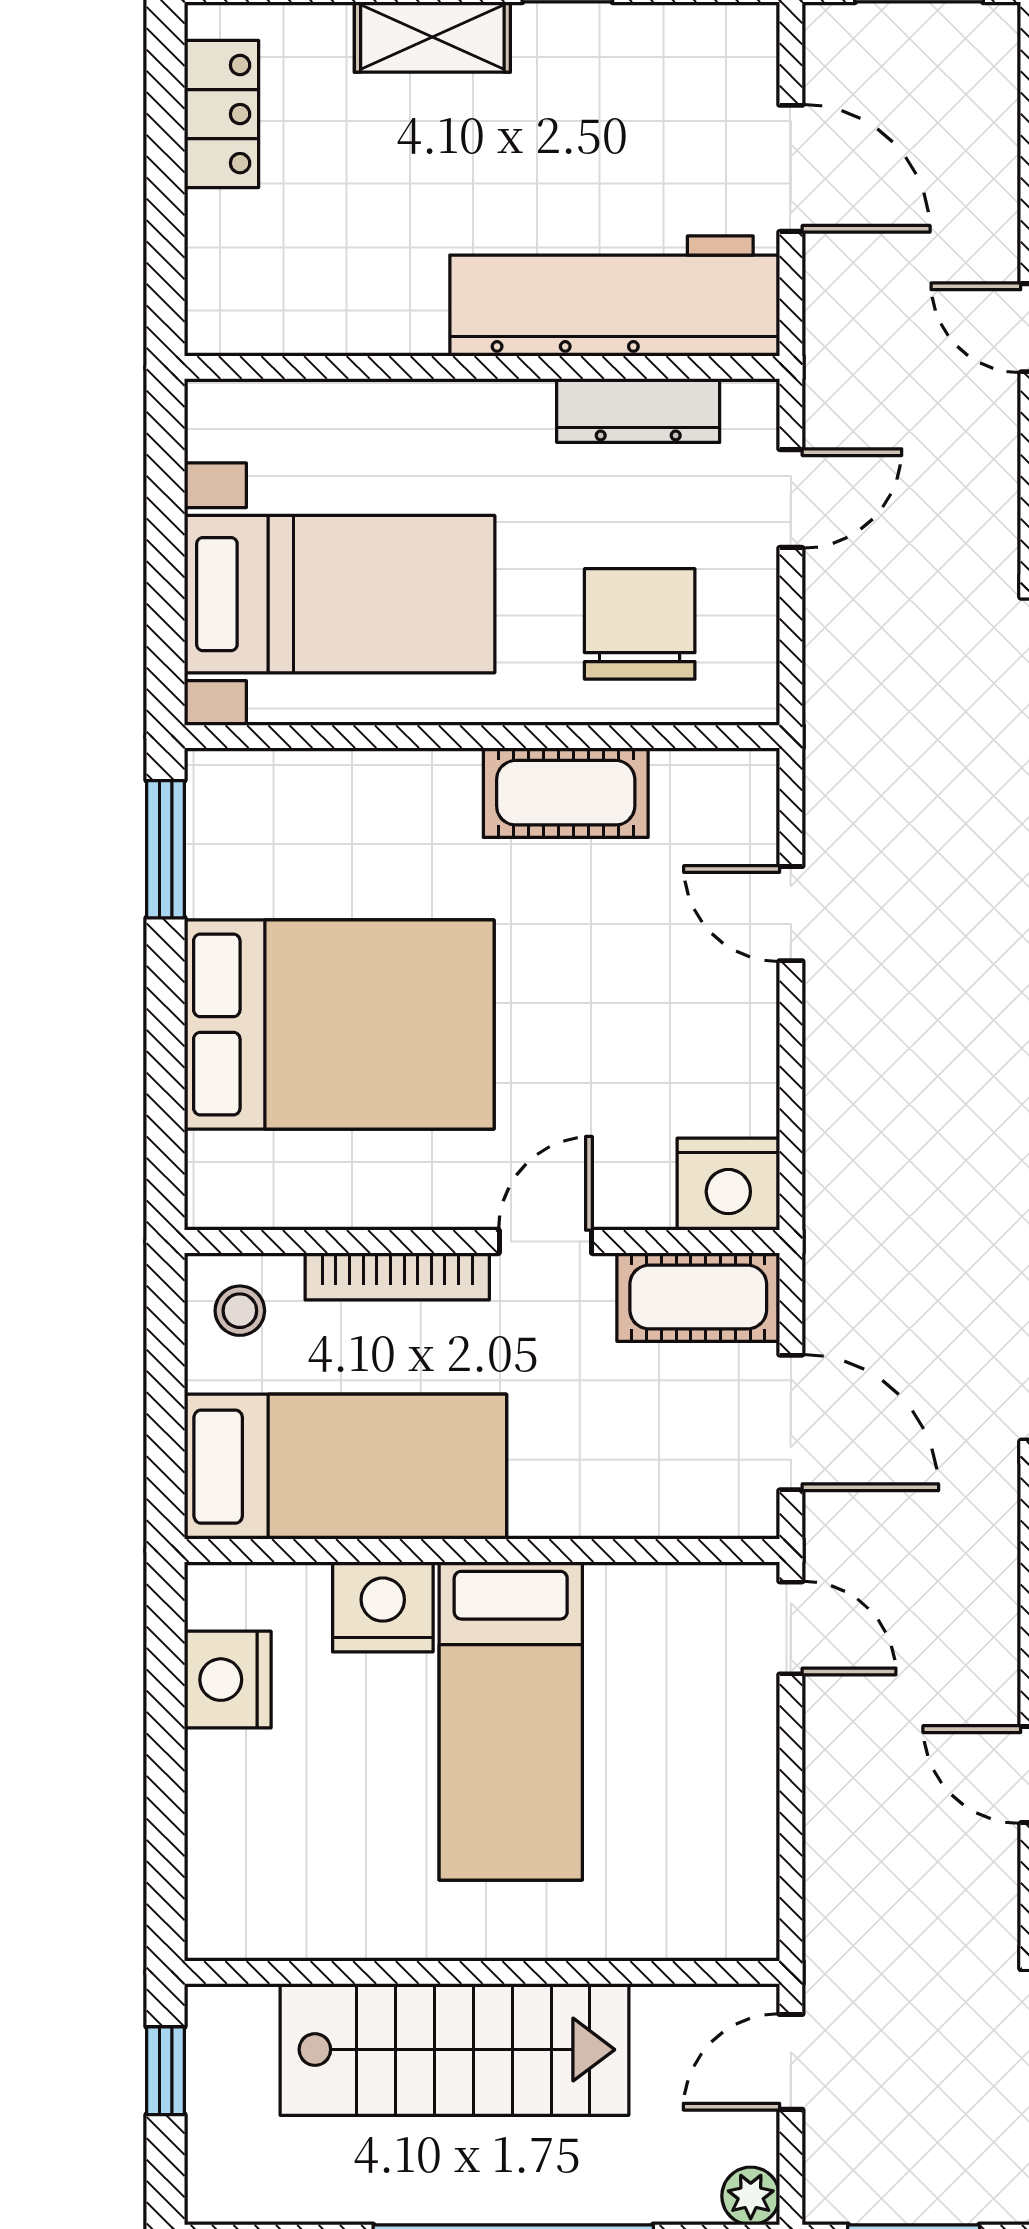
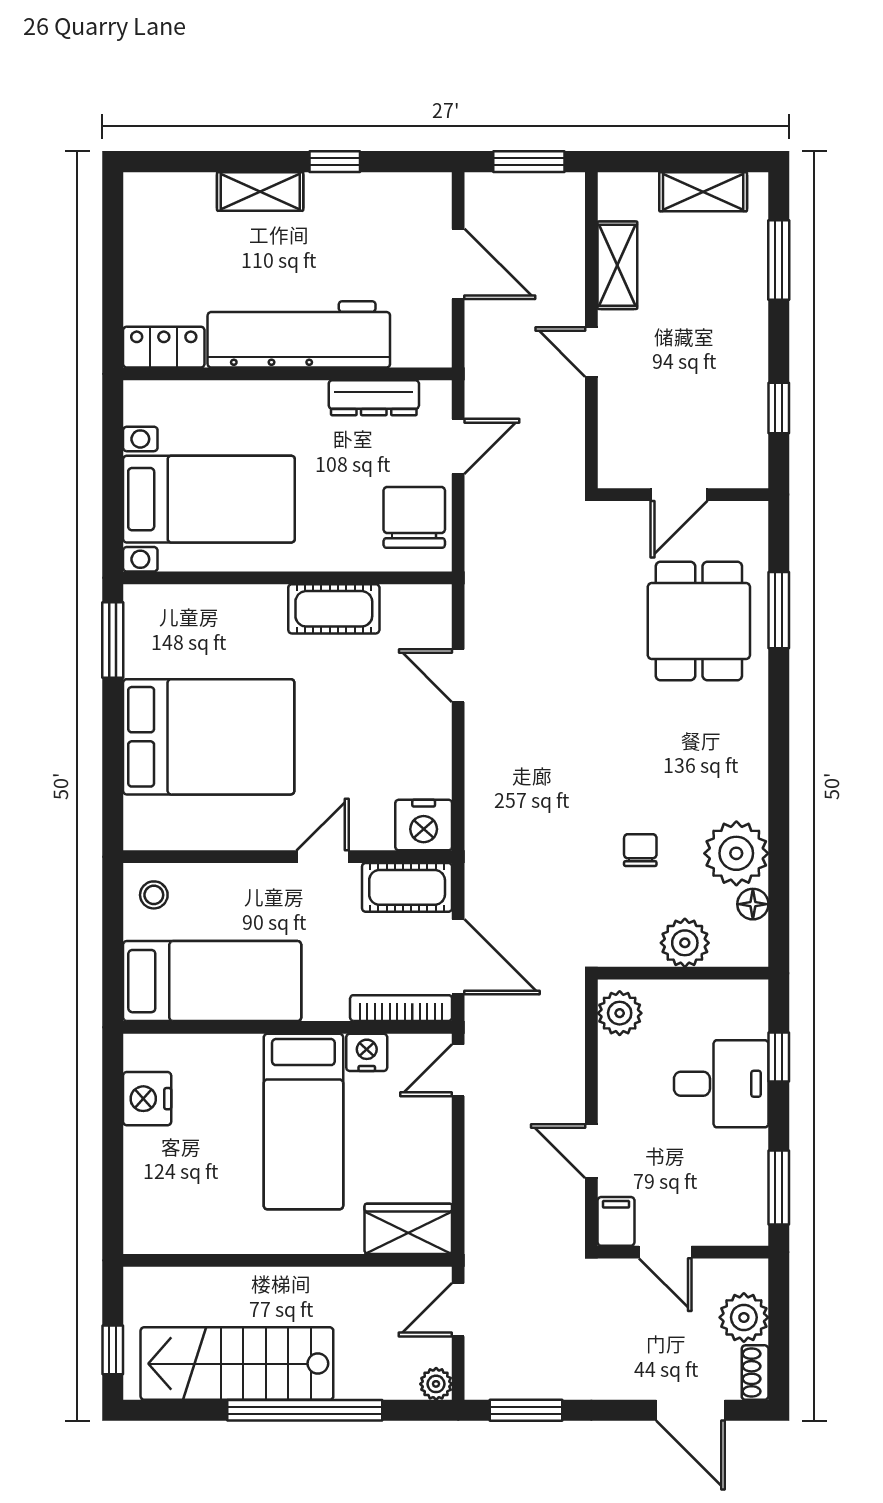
locker: (221, 114) -> (164, 347), moved, turned -90
workbench: (615, 296) -> (299, 334), moved
chair: (640, 624) -> (414, 517), moved
bookcase: (397, 1276) -> (401, 1008), moved, turned 180
nightstand: (383, 1607) -> (367, 1052), moved, width x0.74, depth x0.75
door: (791, 1628) -> (458, 1070), swing flipped
wardrobe: (701, 1915) -> (408, 1229), added
stairs: (454, 2050) -> (237, 1364), moved, turned 180
window: (165, 2071) -> (113, 1350), moved

